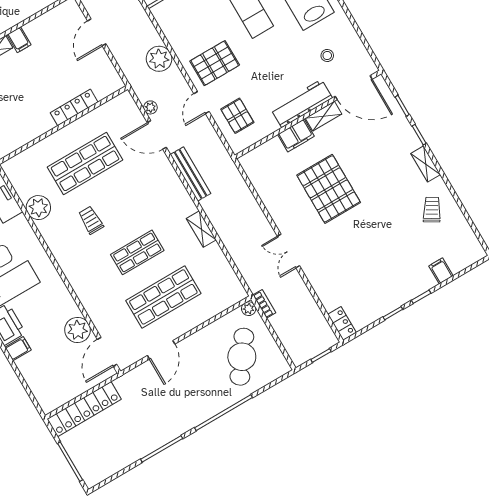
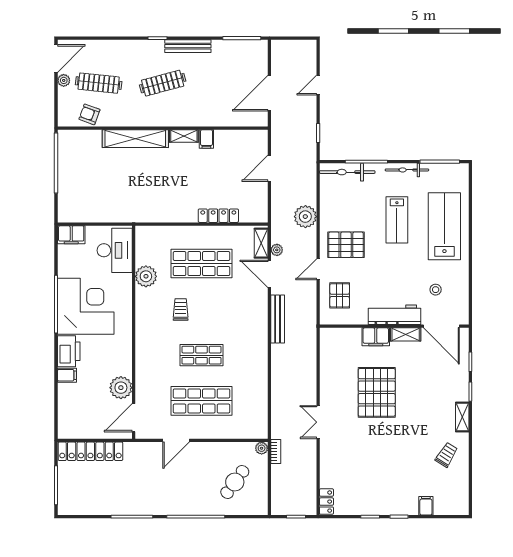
shelving: (201, 229) -> (261, 243), moved
cafe table: (242, 357) -> (235, 482), width x0.73, depth x0.74

